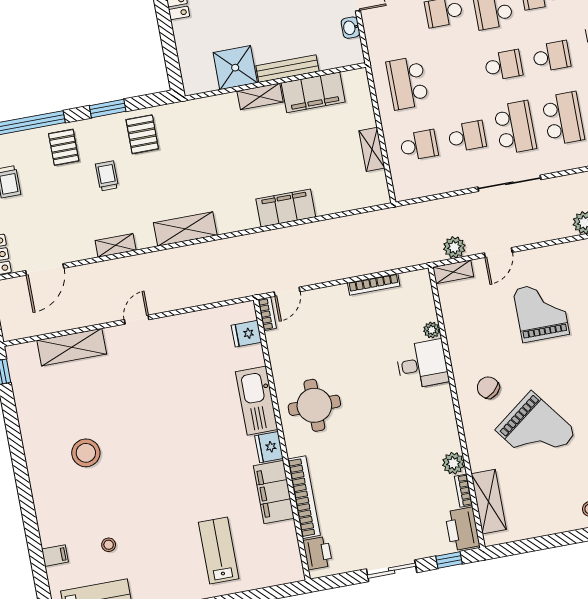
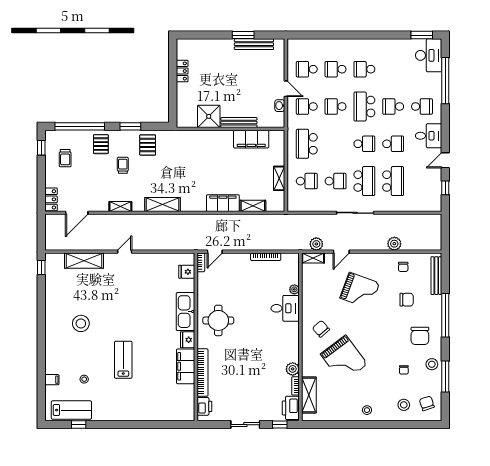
school desk: (396, 21) -> (307, 106), added
shelving: (260, 96) -> (253, 206), moved
grand piano: (541, 312) -> (360, 291), turned 110
lab bench: (219, 551) -> (123, 360), moved

